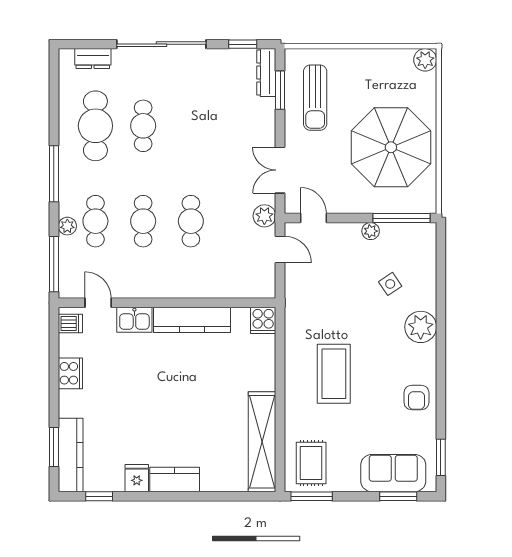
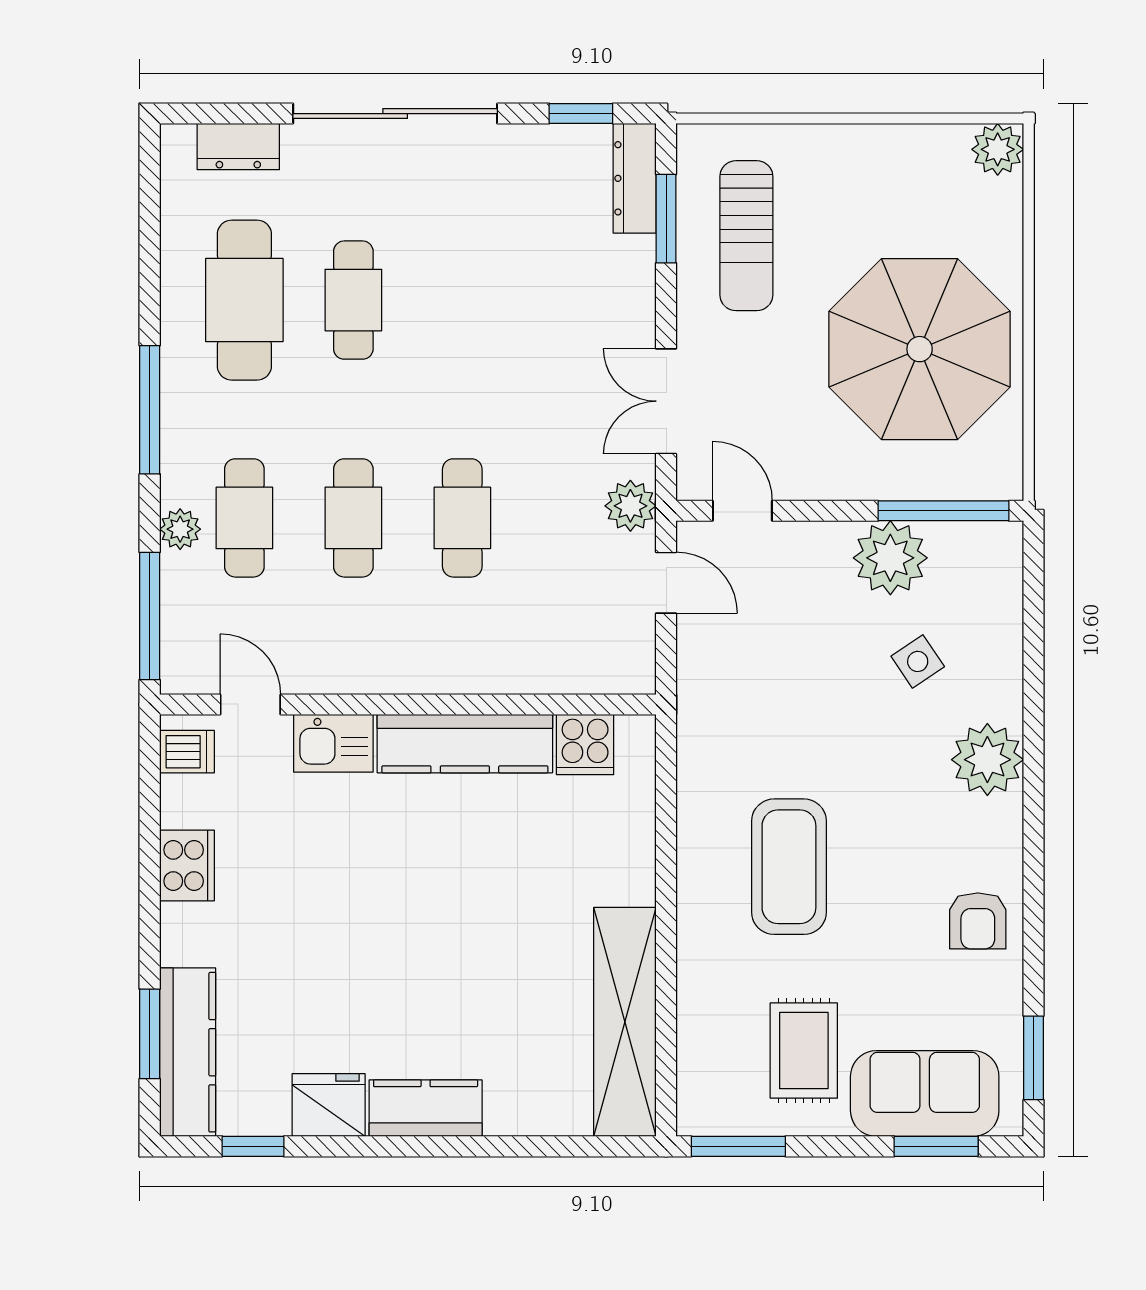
plant: (371, 231) -> (890, 558), width x1.88, depth x1.88
cooker: (263, 320) -> (585, 745), moved
rug: (311, 463) -> (804, 1051), moved
fridge: (137, 478) -> (329, 1105), width x1.38

